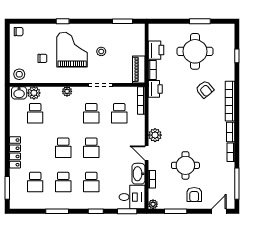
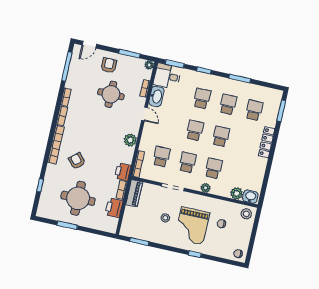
school desk: (35, 113) -> (214, 168), moved
plant: (155, 135) -> (130, 140), moved

